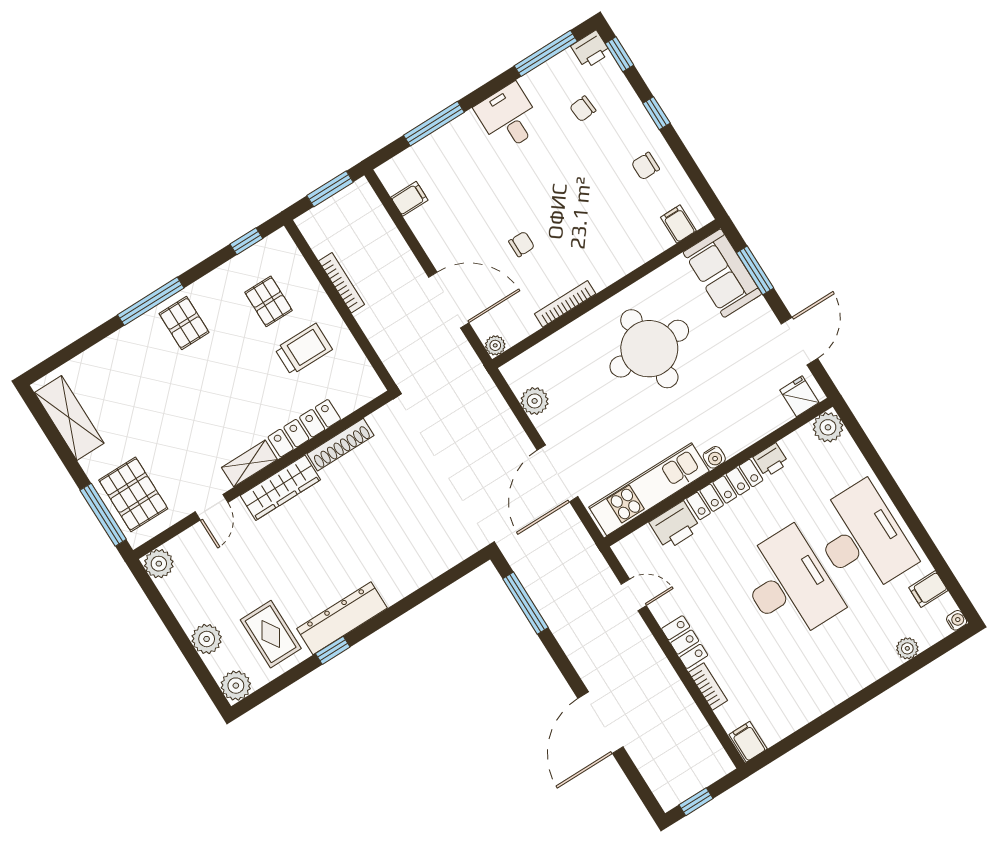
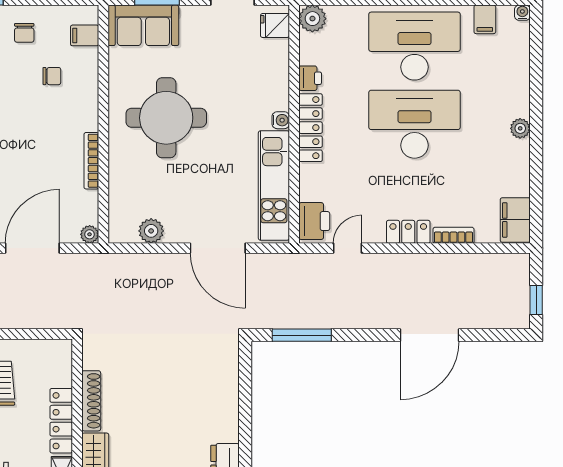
chair: (522, 244) -> (52, 76), moved, turned 90
printer: (675, 526) -> (314, 221), moved
plant: (907, 648) -> (520, 128), moved
door: (600, 723) -> (430, 335), hinge flipped
filing cabinet: (748, 742) -> (515, 220), width x2.00

